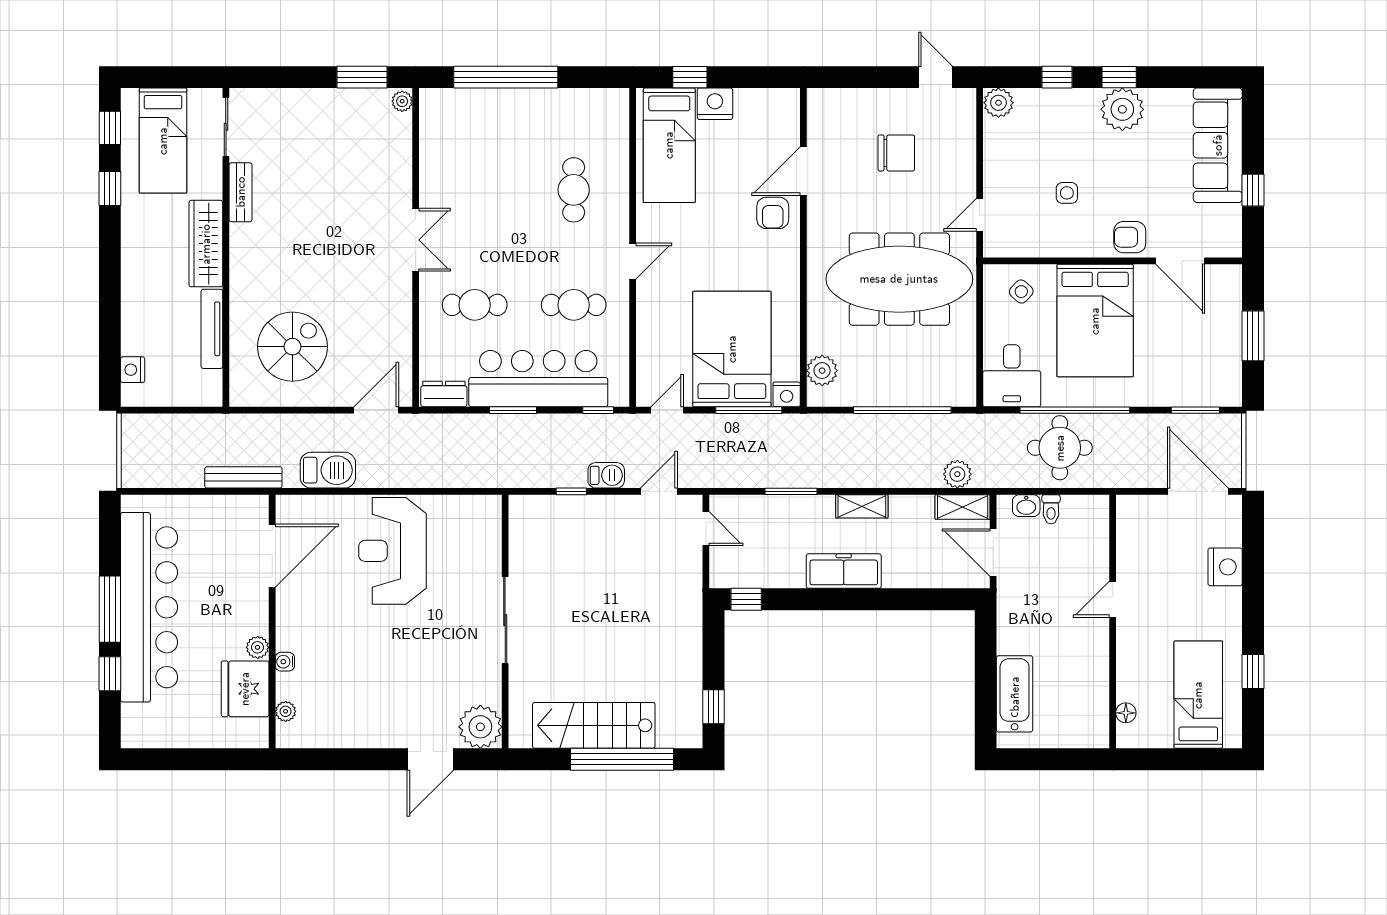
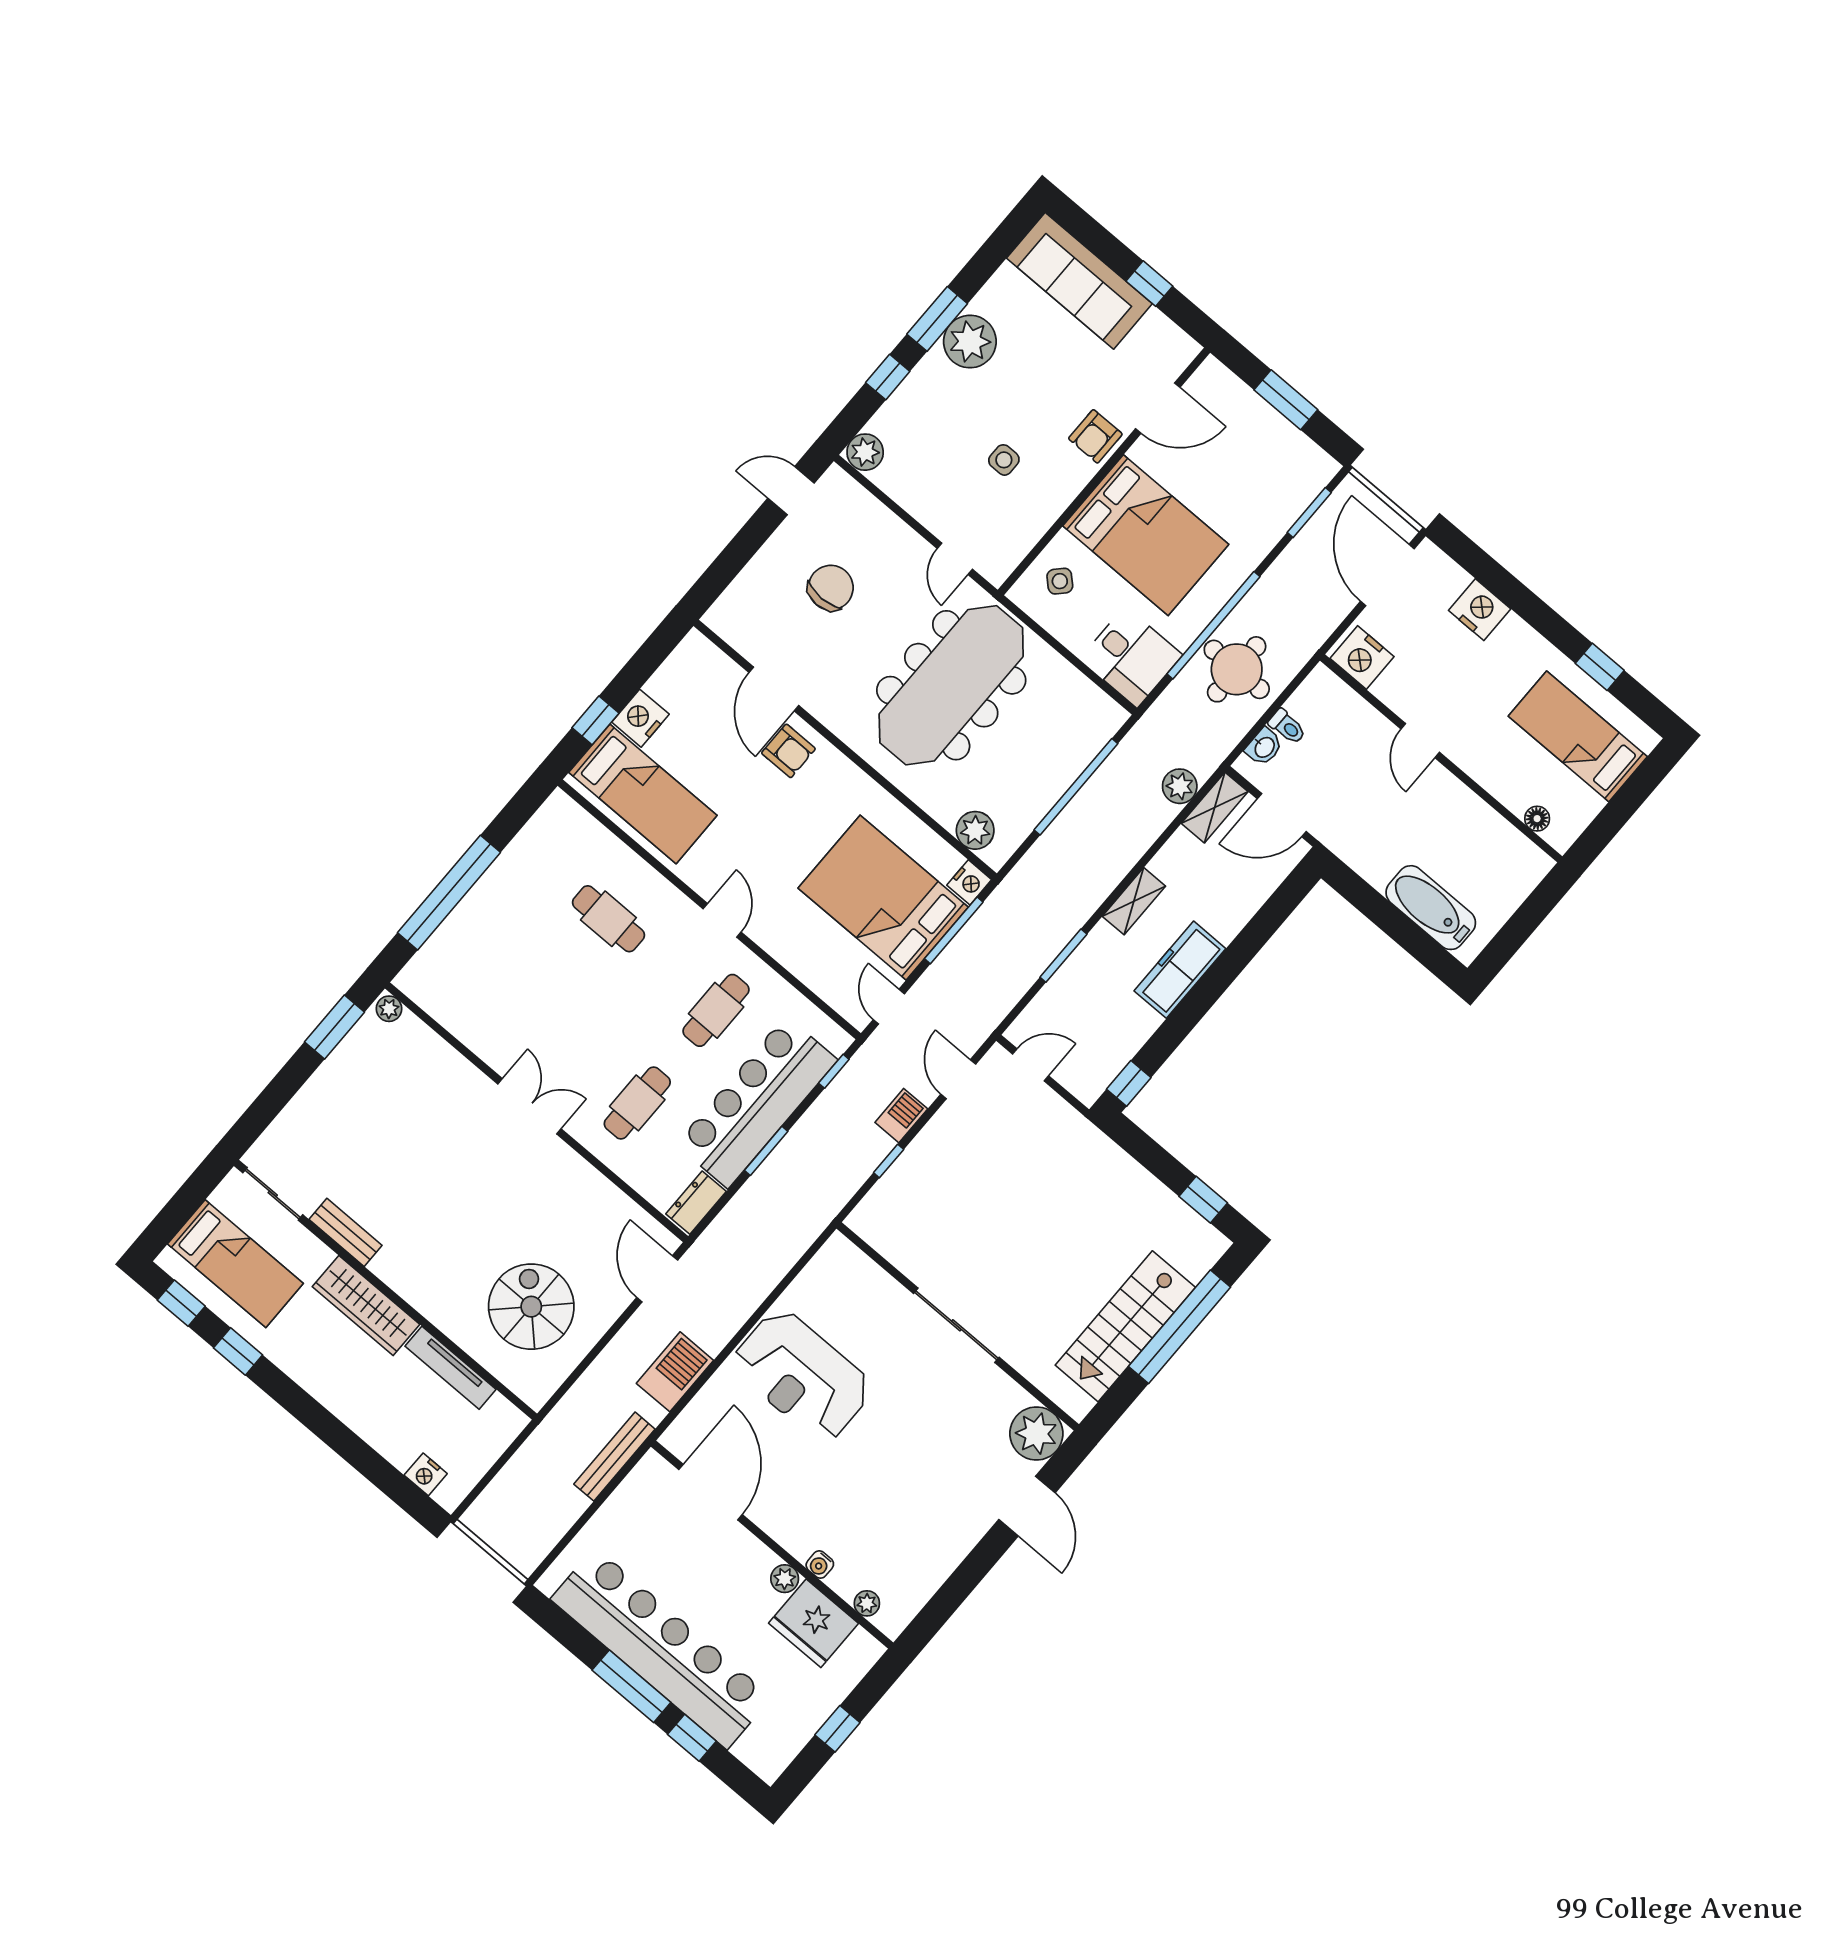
window: (1119, 77) -> (937, 319), width x1.50
door: (1198, 491) -> (1387, 575), hinge flipped
nightstand: (1133, 519) -> (1362, 658), added
window: (192, 759) -> (837, 1729), added

